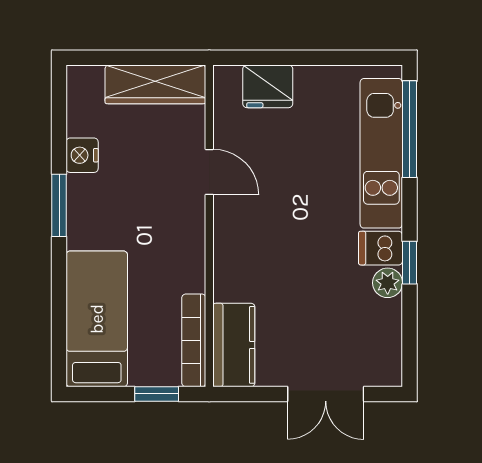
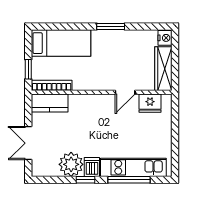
fridge: (268, 86) -> (150, 103), moved, turned -90
window: (410, 129) -> (129, 180), moved
nightstand: (82, 155) -> (165, 38), moved, turned 90
plant: (388, 283) -> (71, 164), width x1.87, depth x1.87

